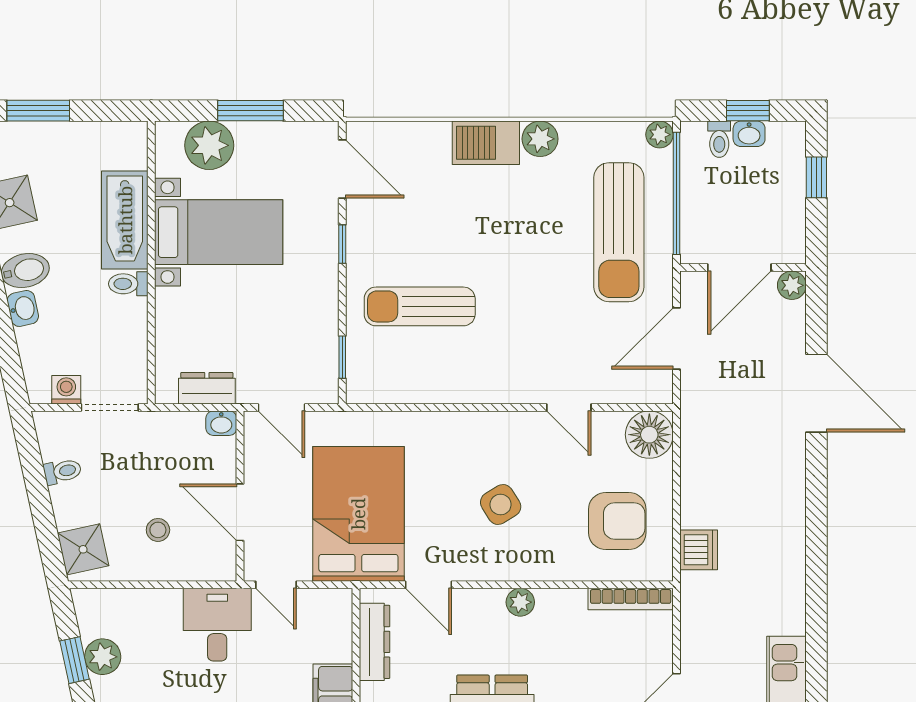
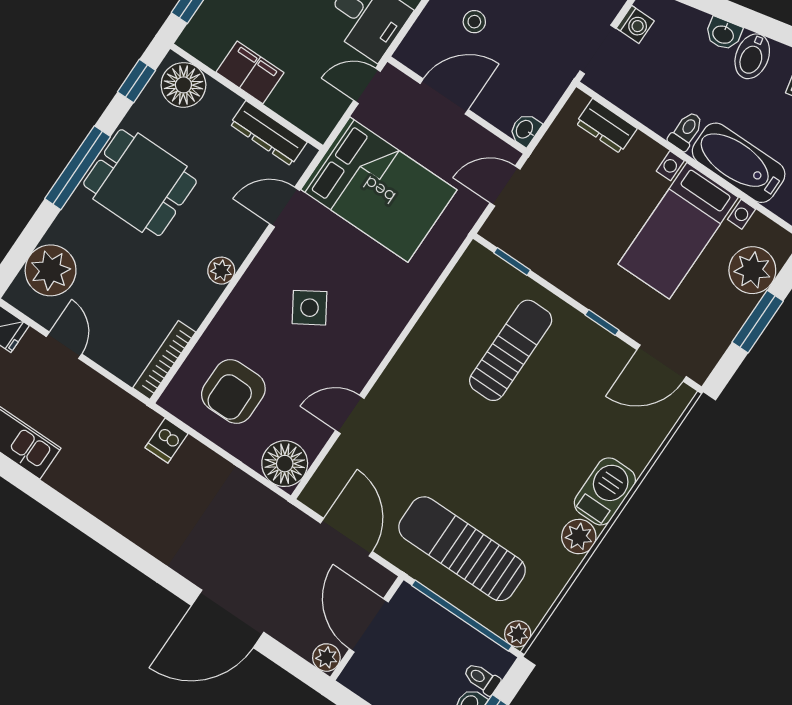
dresser: (207, 388) -> (606, 126), moved, turned 90
dishwasher: (699, 550) -> (167, 441), width x0.73

